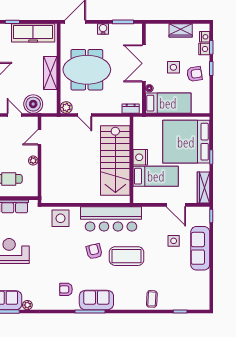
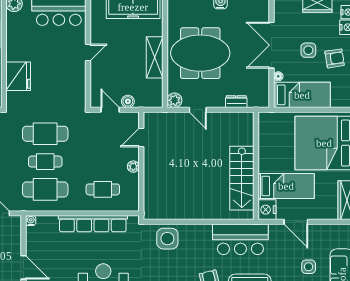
boiler: (33, 104) -> (128, 101), width x0.54, depth x0.54
dresser: (131, 109) -> (236, 102), moved
nightstand: (140, 157) -> (267, 210), moved
stairs: (115, 161) -> (242, 178), width x0.73, depth x0.66
door: (176, 205) -> (296, 222), moved
bar counter: (111, 219) -> (240, 239), width x0.73

